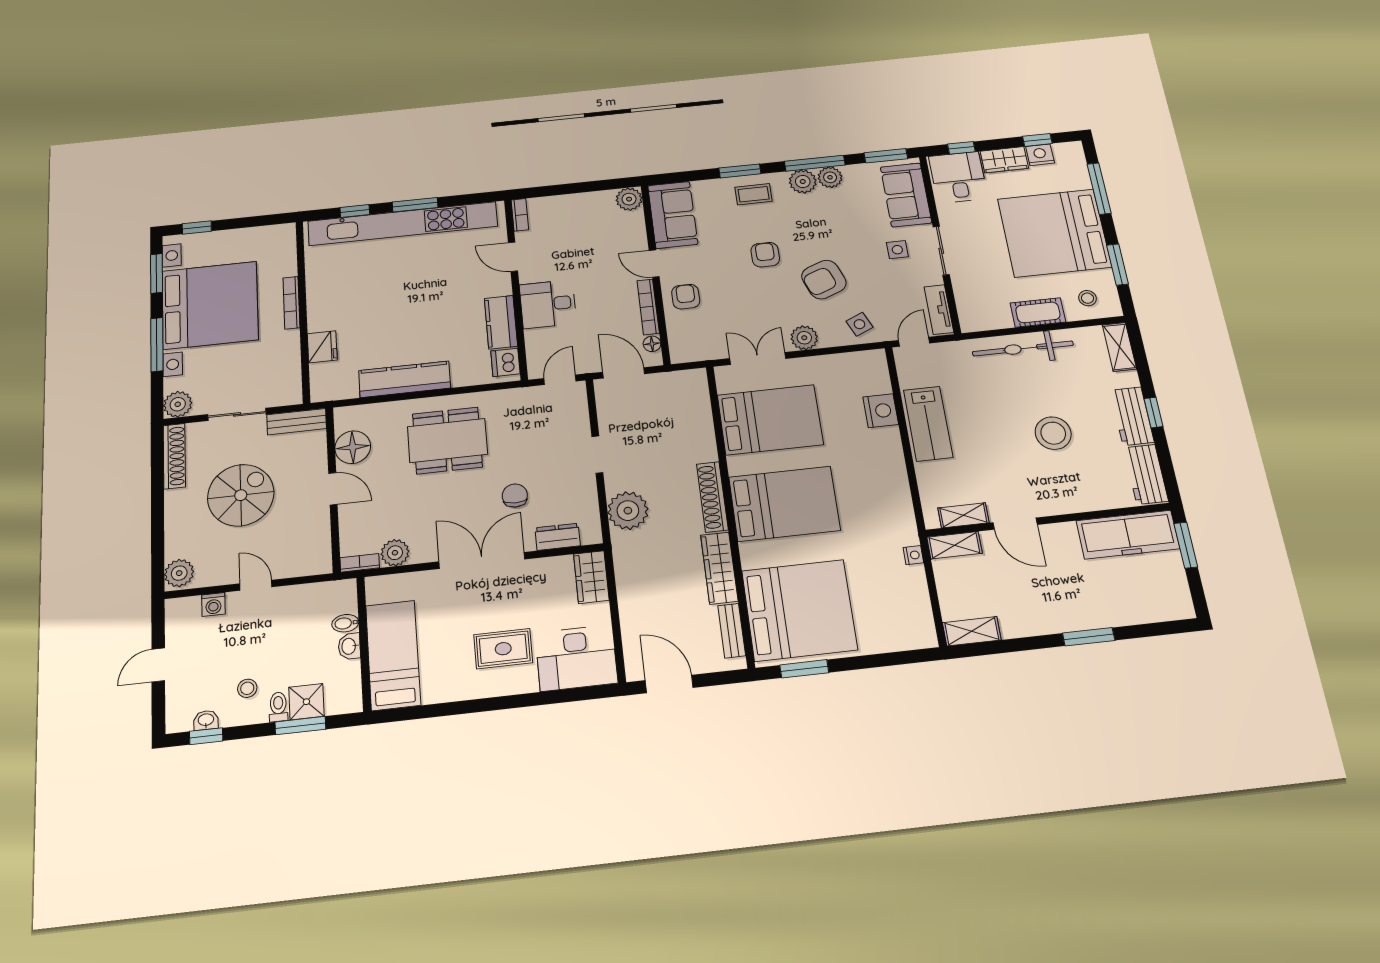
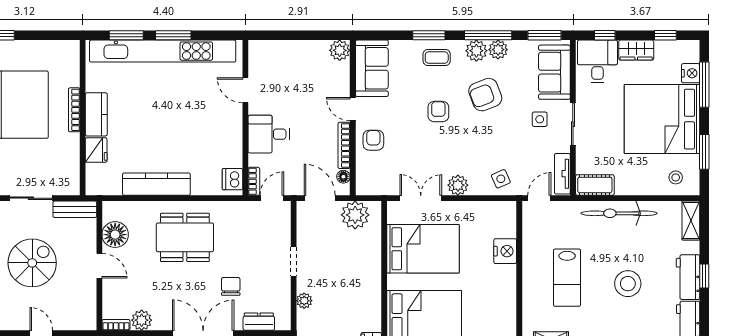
nightstand: (1040, 155) -> (691, 73), moved, turned 90
window: (355, 211) -> (126, 35), width x1.50
bookcase: (520, 215) -> (254, 181), moved
armchair: (824, 280) -> (485, 95), moved
cot: (1038, 312) -> (595, 185), moved
kitchen counter: (501, 322) -> (96, 114), moved, turned 180
plant: (673, 388) -> (355, 215), added
lab bench: (928, 424) -> (567, 278), moved
shoe rack: (712, 497) -> (373, 304), removed
plant: (628, 511) -> (304, 301), width x0.53, depth x0.53

